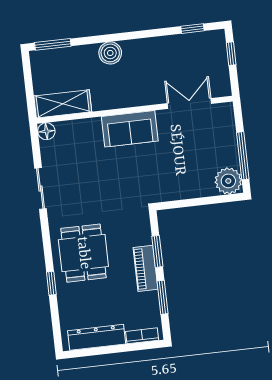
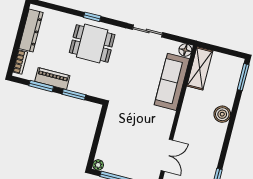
sofa: (130, 129) -> (172, 82), moved, width x1.36
plant: (228, 181) -> (98, 165), width x0.53, depth x0.53
piano: (145, 268) -> (52, 79), moved
window: (51, 283) -> (92, 17), moved

